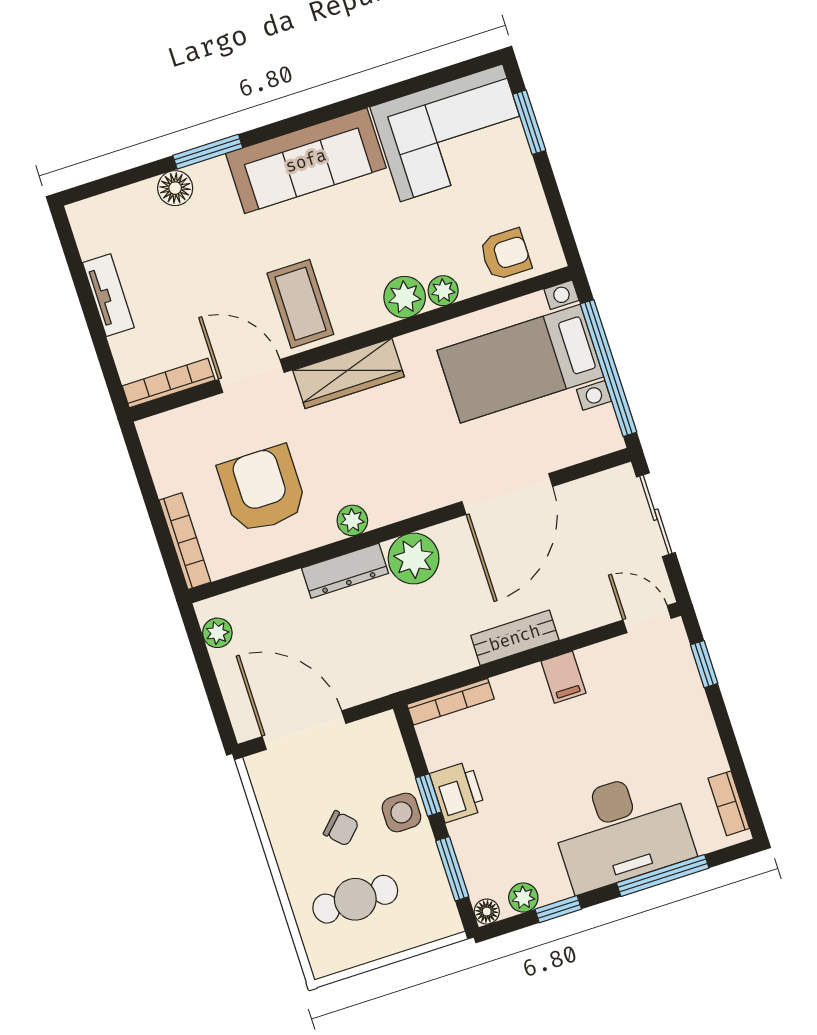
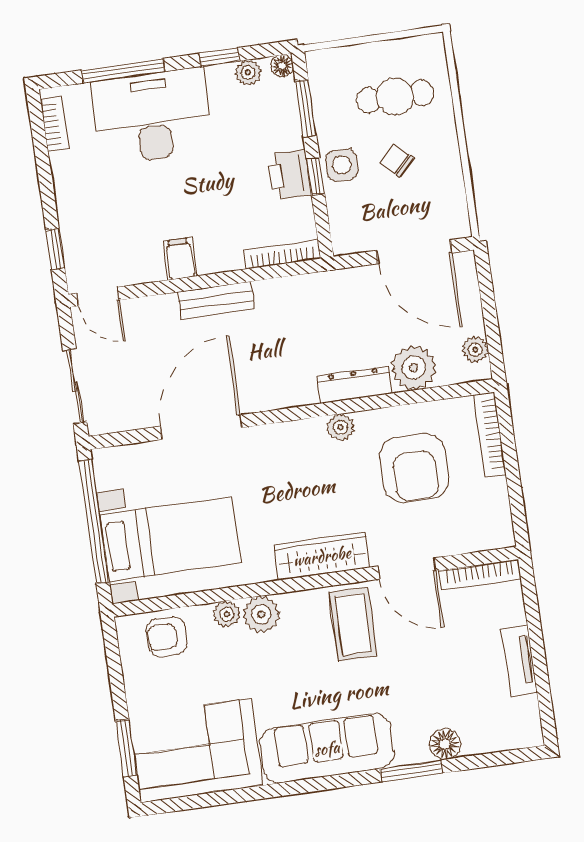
plant: (414, 559) -> (414, 368), moved

